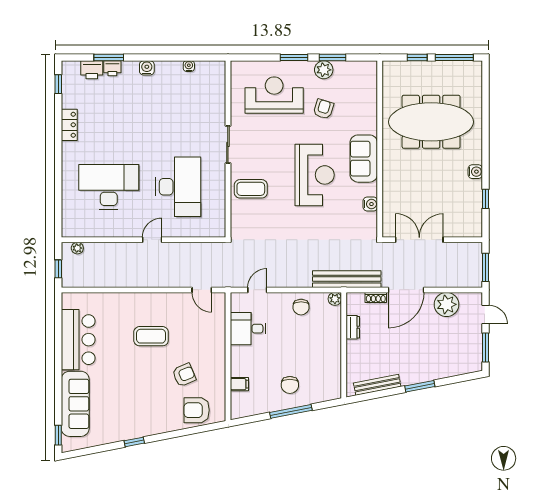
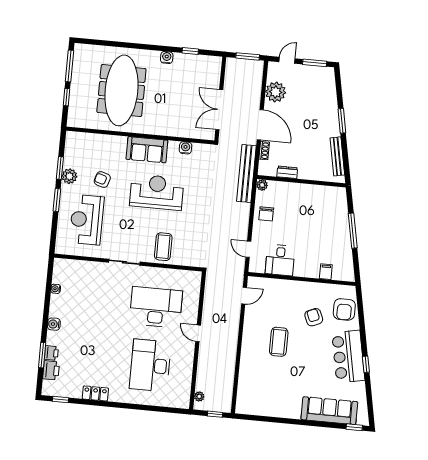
chair: (301, 307) -> (266, 214), turned 90
bar counter: (78, 340) -> (348, 357), moved, turned -101
chair: (290, 385) -> (331, 229), removed

